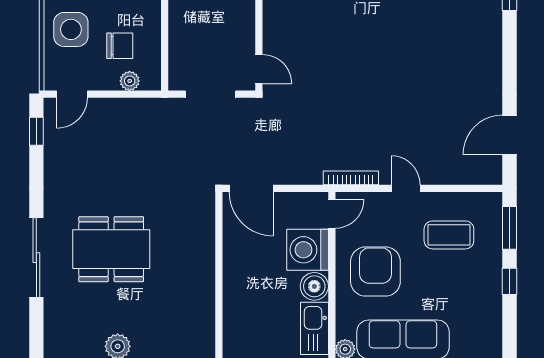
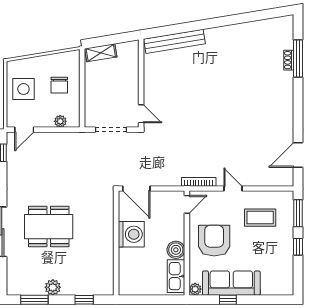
chair: (120, 46) -> (59, 85), moved, turned 90
washing machine: (308, 250) -> (131, 234), moved, turned 180

